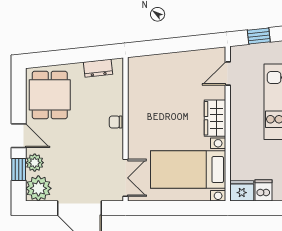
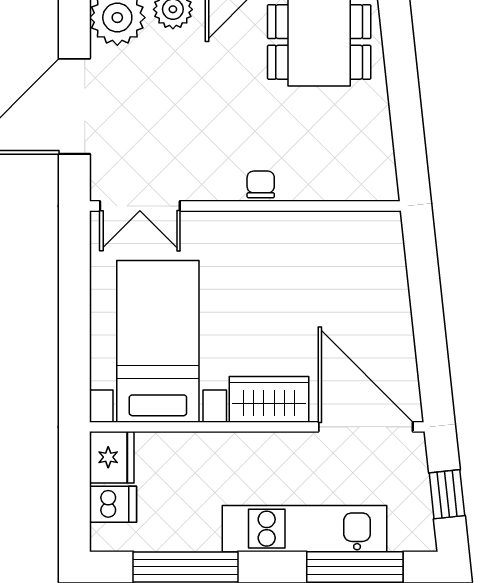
dresser: (98, 68) -> (377, 146), removed
door: (228, 73) -> (366, 427), width x1.87

